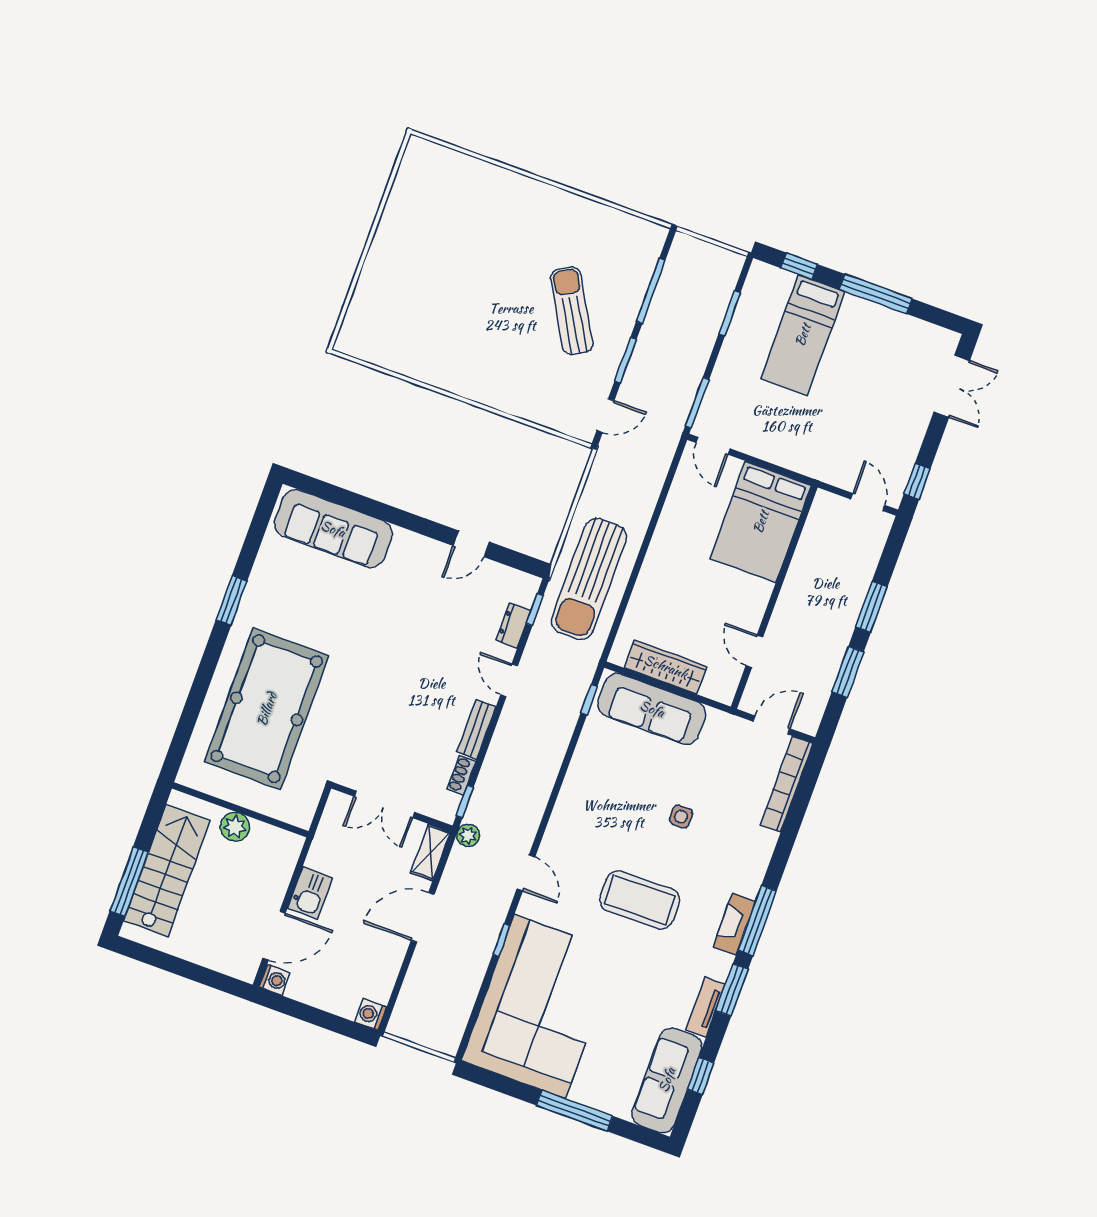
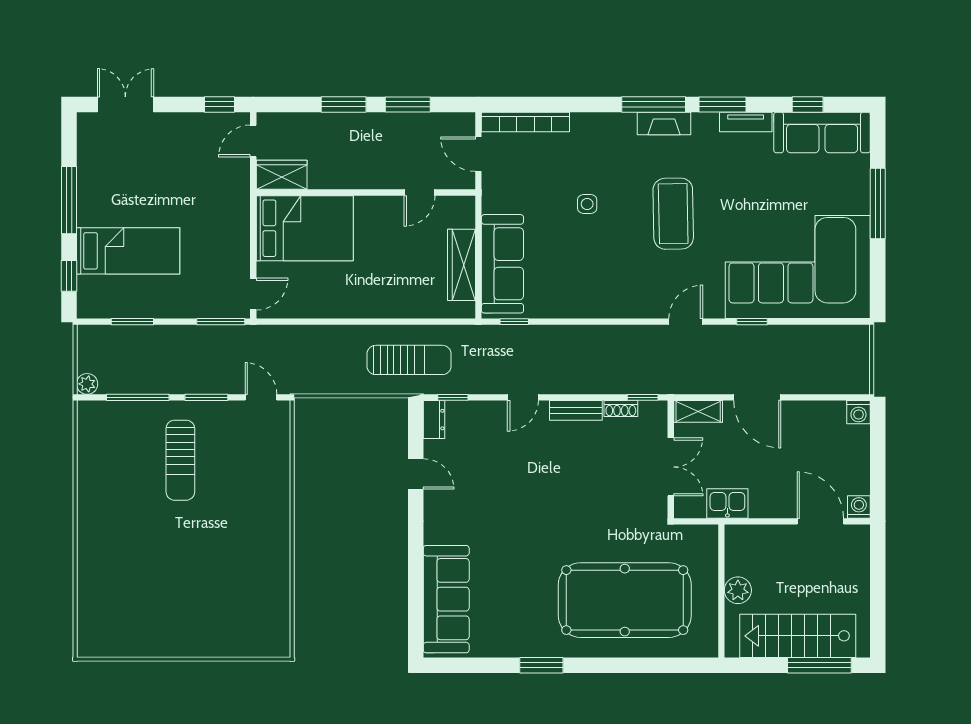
sun lounger: (572, 311) -> (180, 460), turned -60
wardrobe: (823, 518) -> (282, 175), added
sun lounger: (589, 579) -> (409, 360), width x0.73, depth x0.75
dresser: (513, 625) -> (434, 420), moved, turned -90
plant: (468, 835) -> (87, 384), moved
kitchen sink: (310, 893) -> (727, 504), moved

